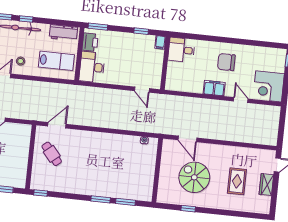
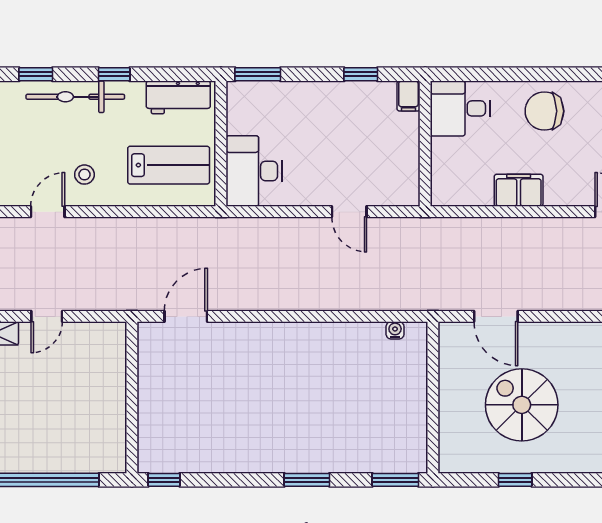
window: (26, 19) -> (114, 74), moved
printer: (90, 42) -> (243, 113), removed
chair: (226, 62) -> (544, 111), moved
filing cabinet: (214, 88) -> (519, 190), moved
door: (142, 90) -> (349, 212), moved
cafe table: (52, 154) -> (181, 385), removed
window: (126, 202) -> (395, 480), moved

